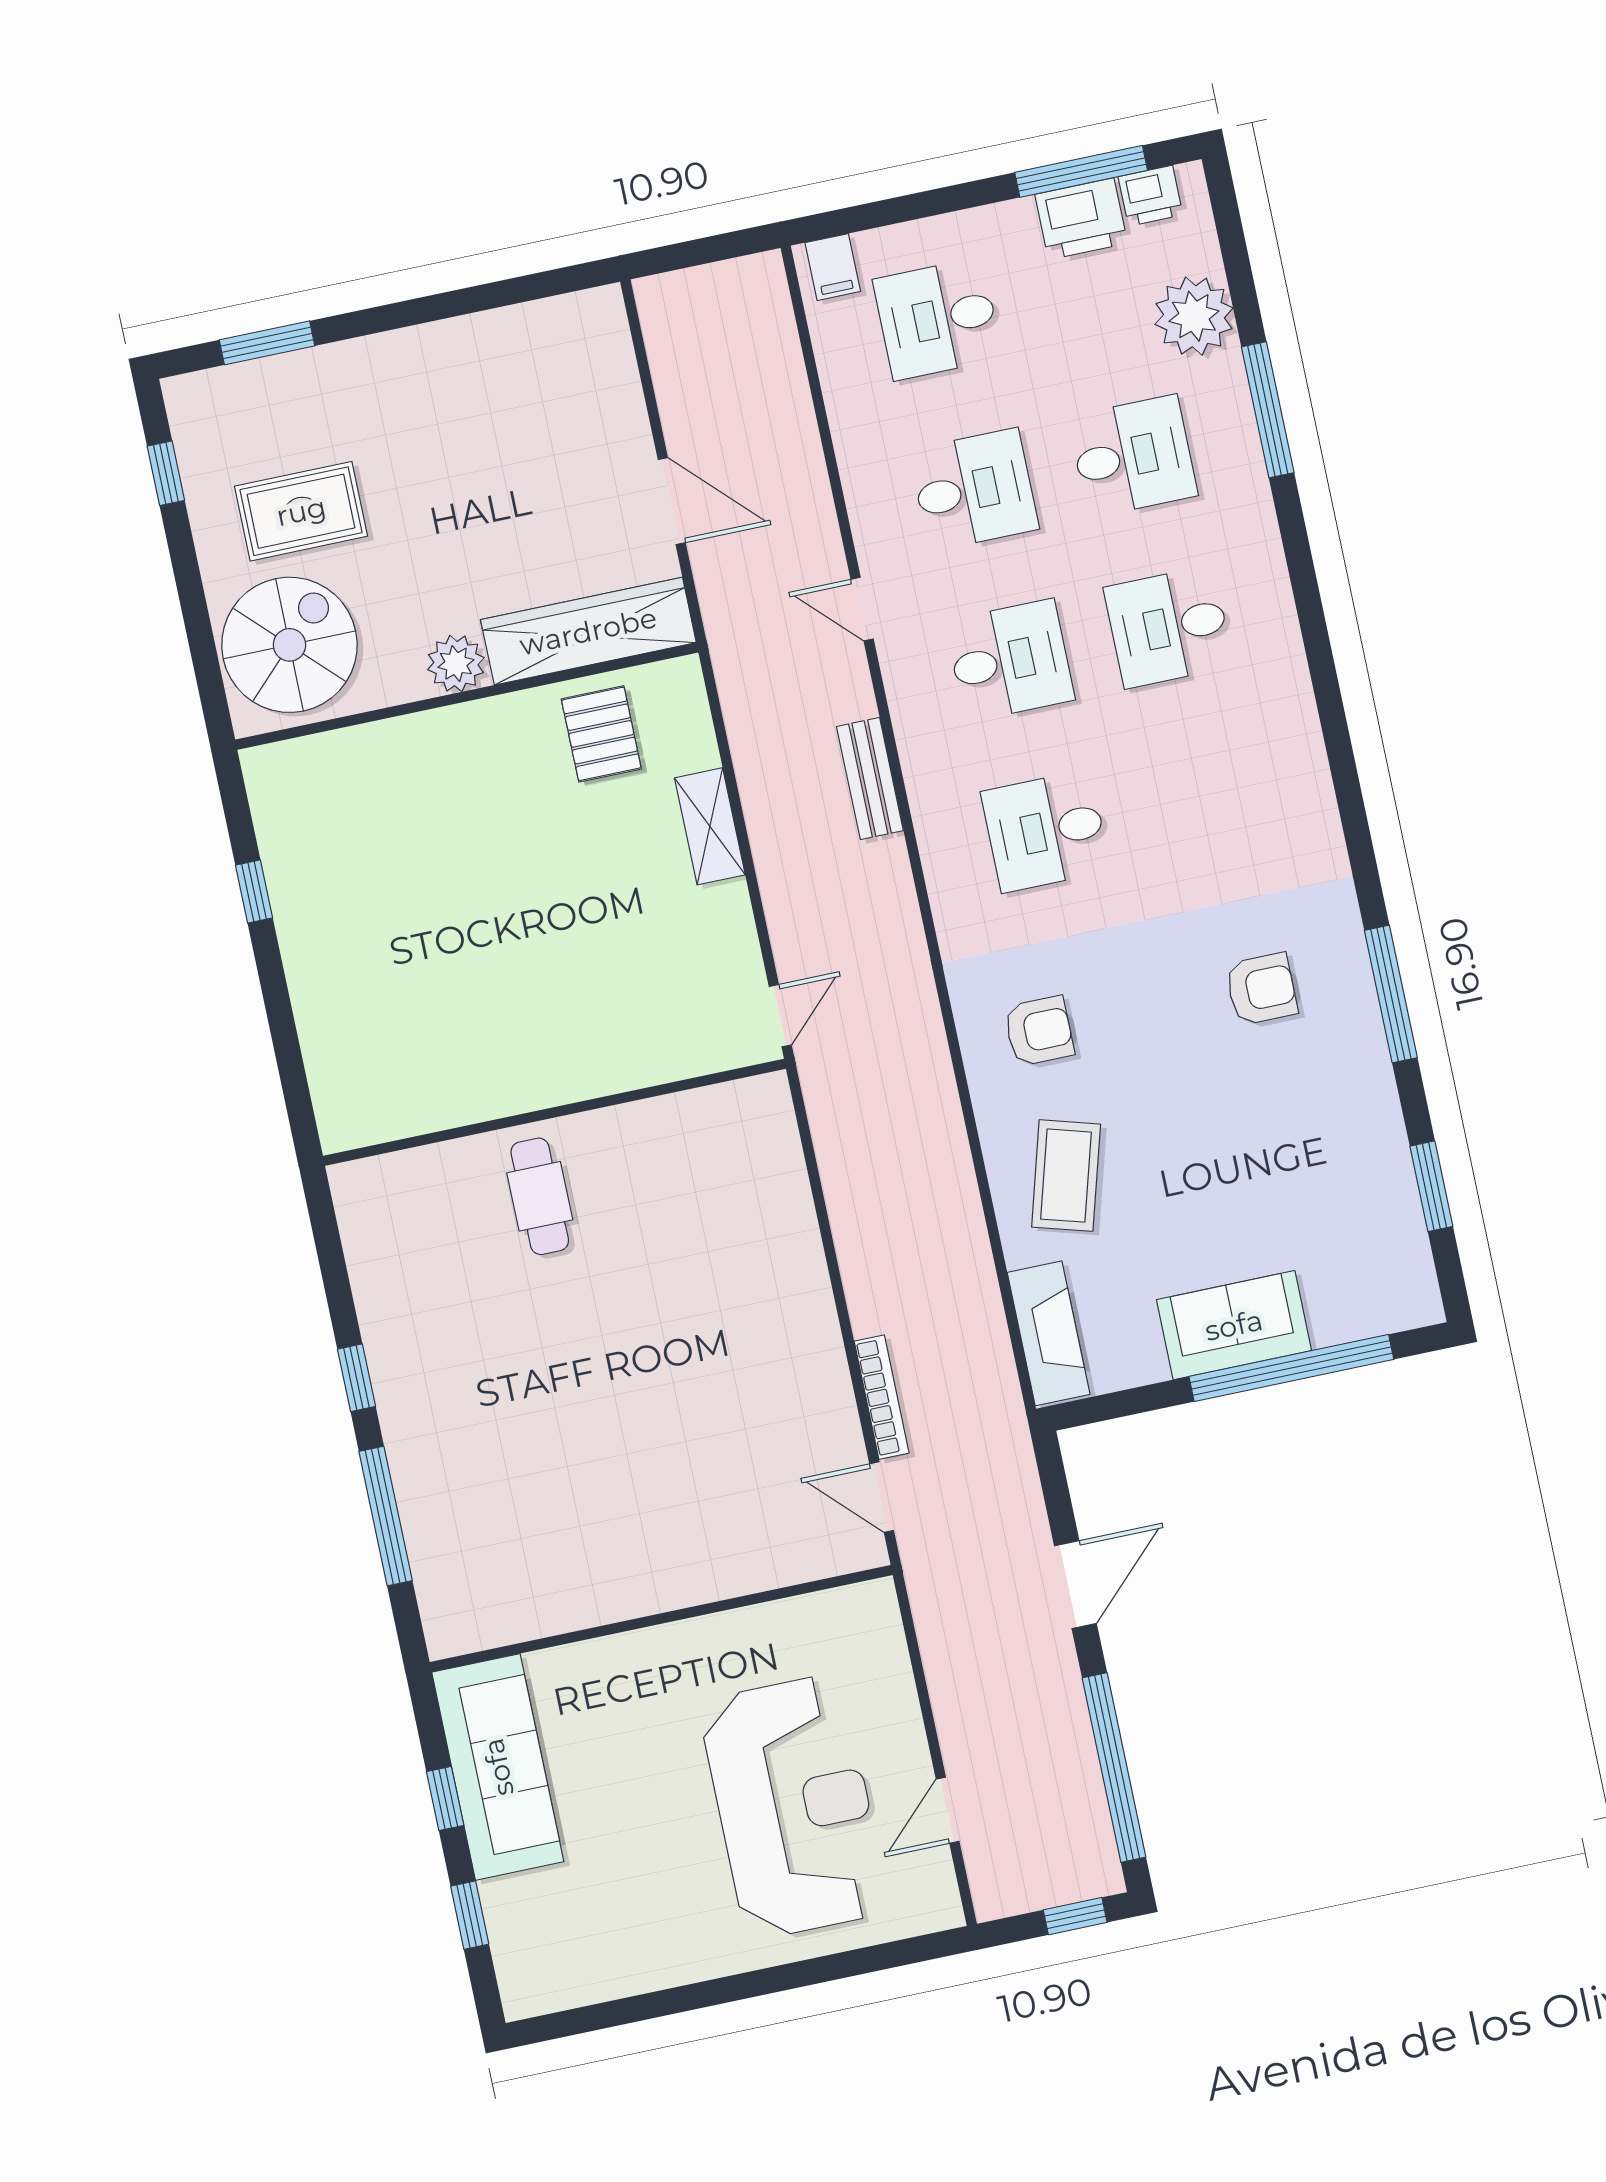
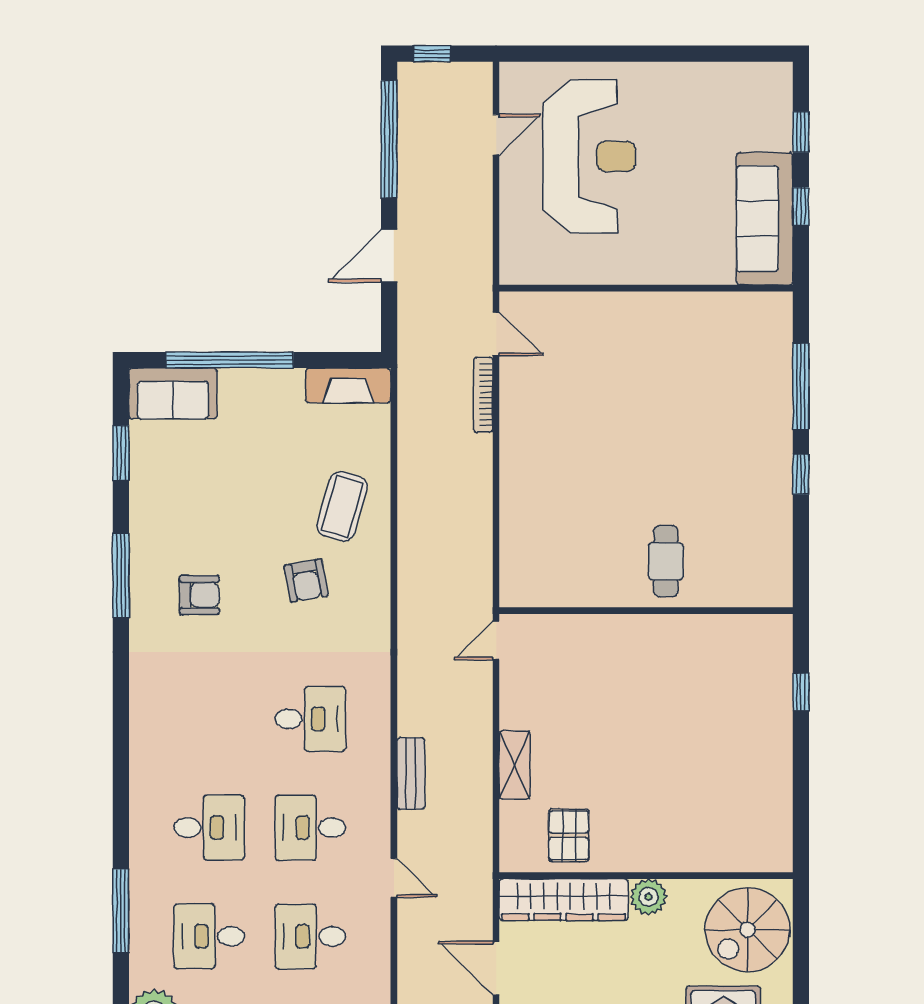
window: (1268, 410) -> (121, 911), moved
window: (254, 891) -> (801, 692), moved
armchair: (1261, 989) -> (199, 595), turned 180
armchair: (1039, 1031) -> (306, 580), moved, turned -100
sofa: (1234, 1325) -> (173, 393), moved
fireplace: (1049, 1333) -> (348, 385), moved, turned -90
reception desk: (794, 1807) -> (589, 156), turned 180

